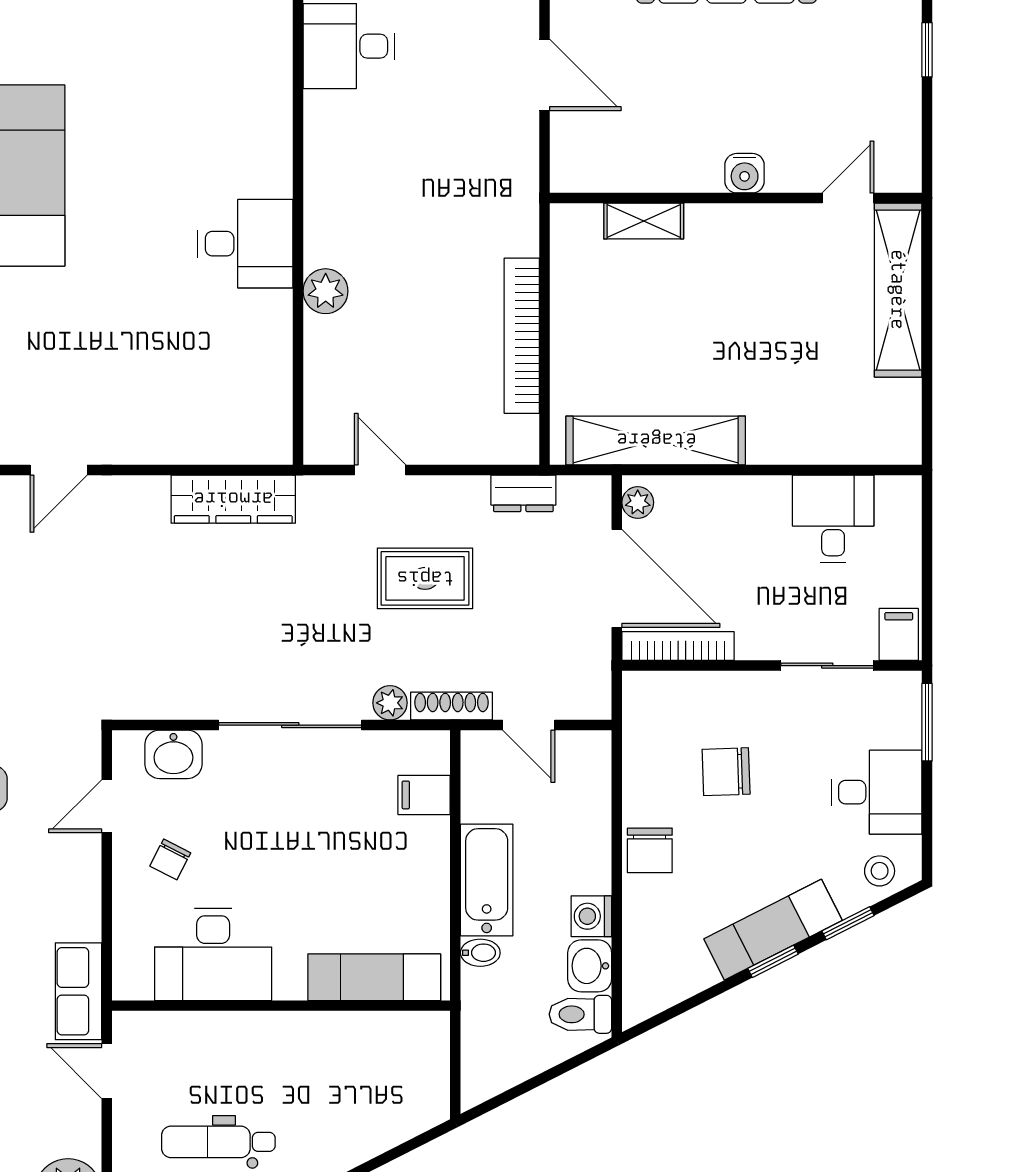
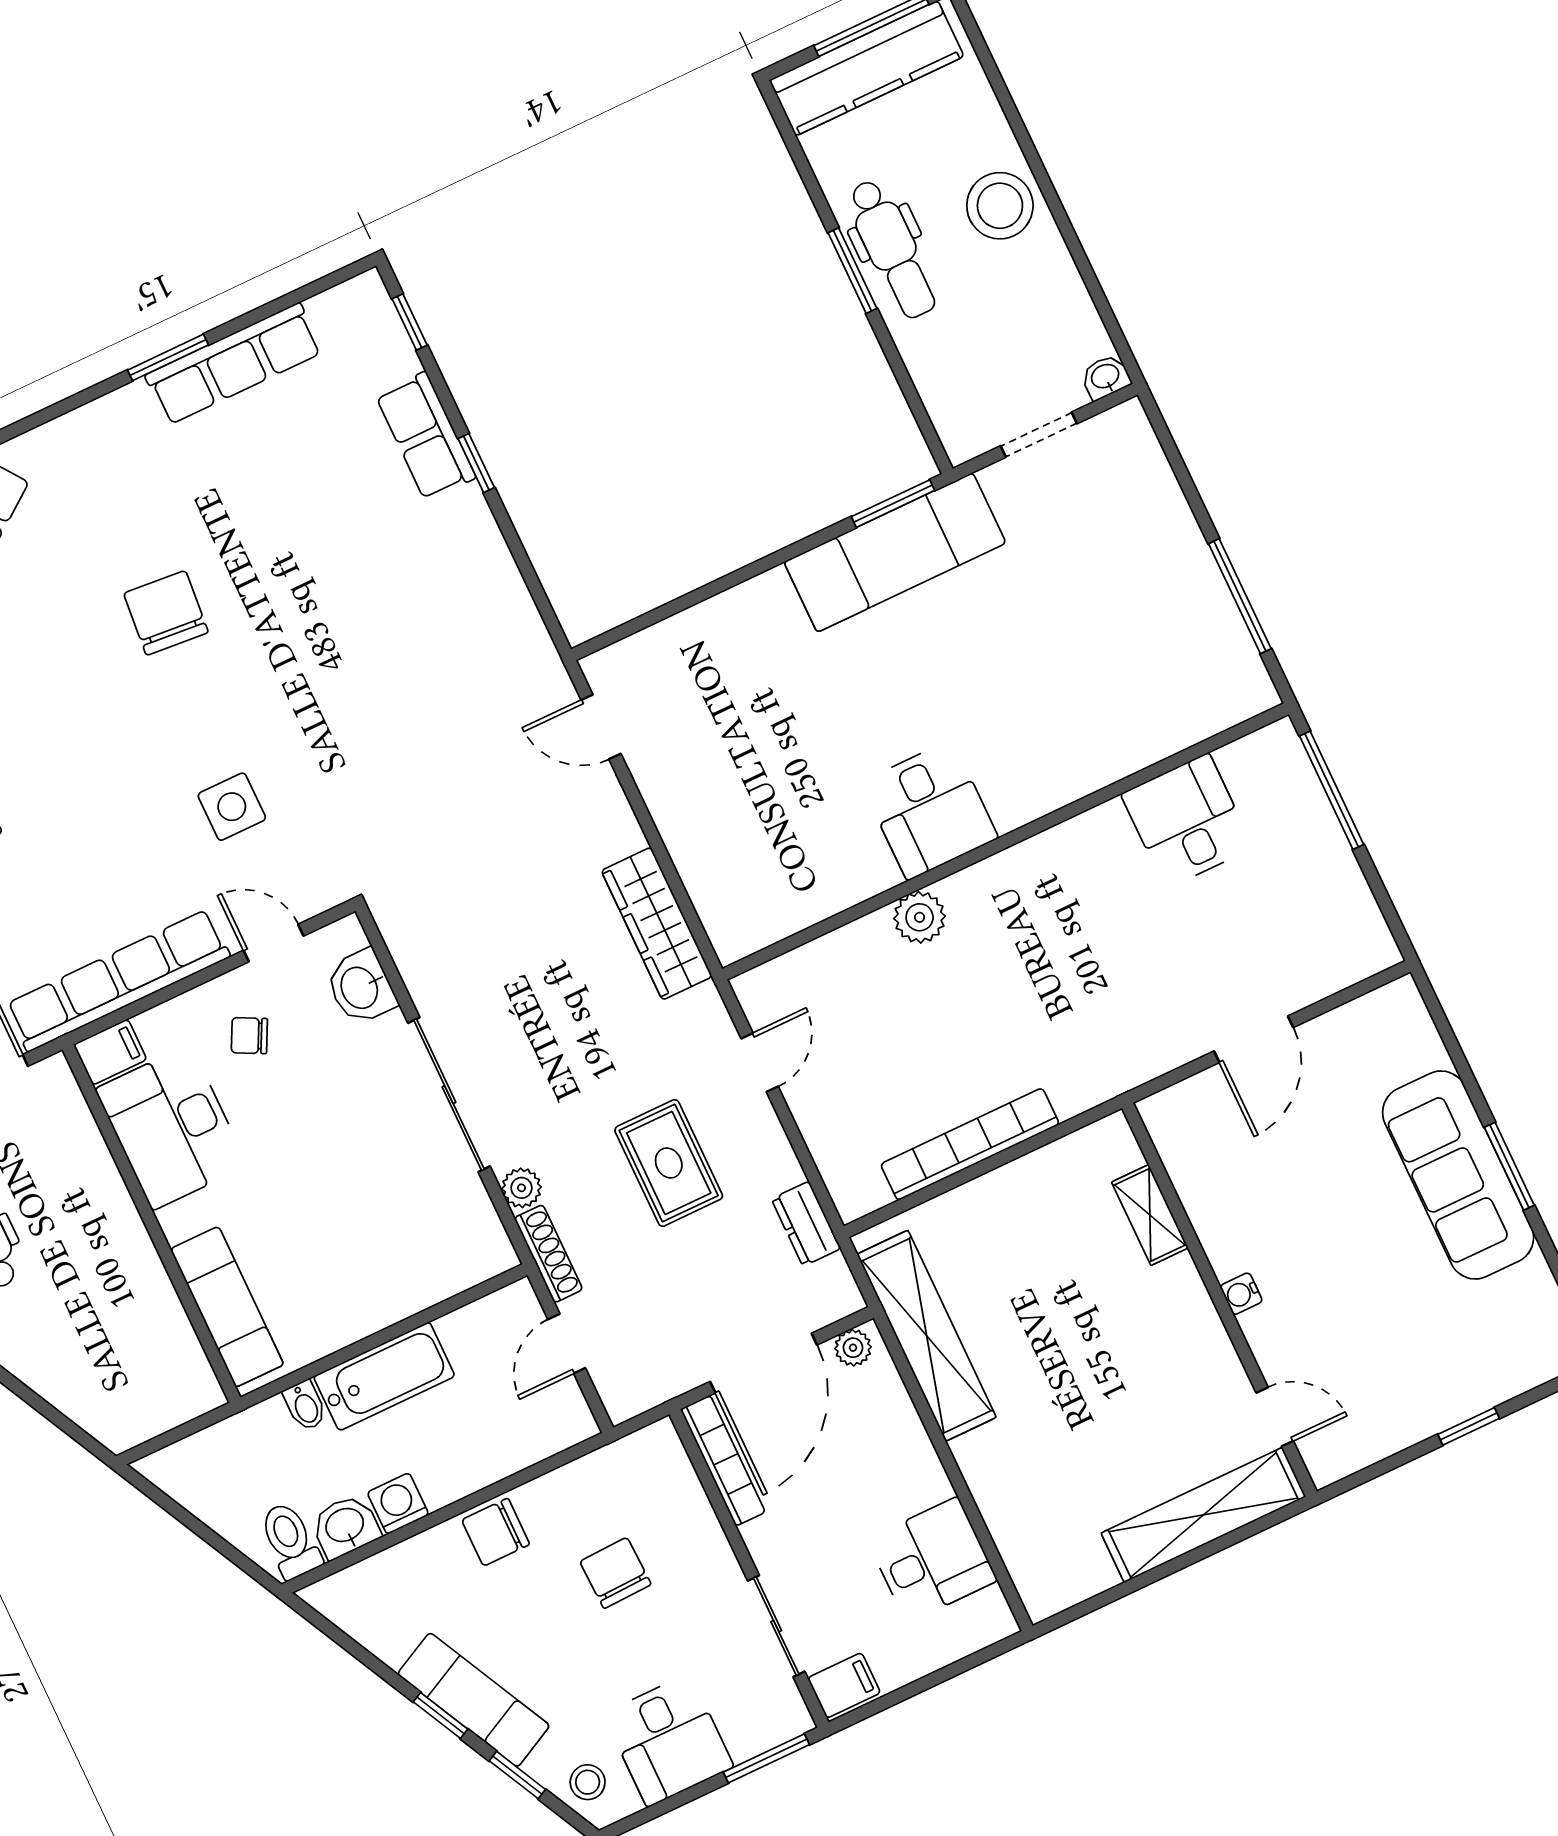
water cooler: (745, 173) -> (1241, 1294), width x0.72, depth x0.72
filing cabinet: (424, 795) -> (110, 1052), moved, turned 90
row of seats: (78, 991) -> (118, 981), width x2.02

